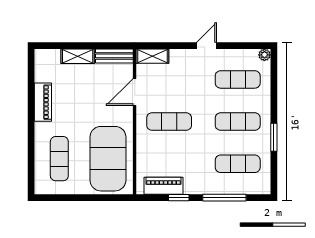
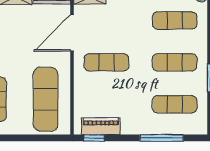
door: (135, 92) -> (72, 33), width x1.36
exercise mat: (108, 159) -> (46, 99), width x0.68
window: (179, 198) -> (94, 138), moved

